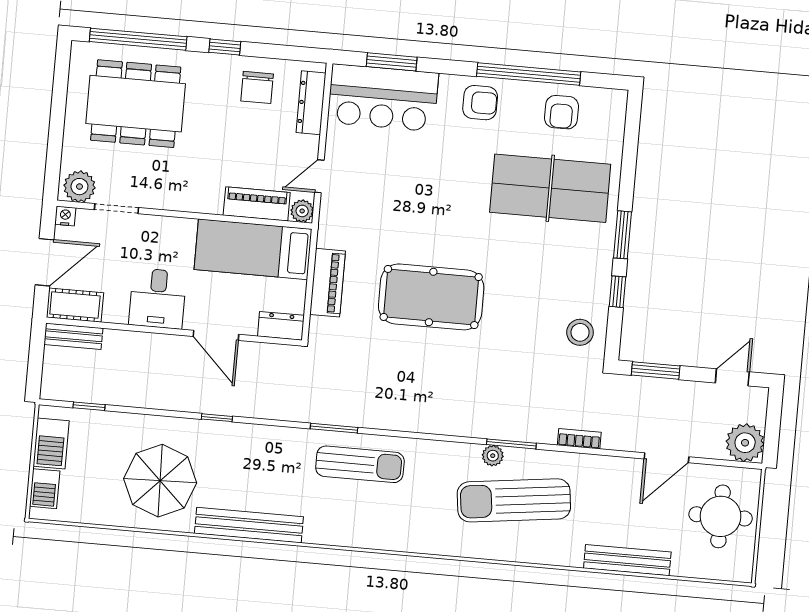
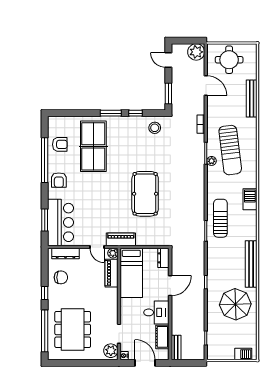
armchair: (480, 103) -> (59, 180), turned 180
piano: (328, 283) -> (121, 239), moved
cot: (75, 305) -> (162, 337), moved
barbecue: (51, 444) -> (250, 199), moved, turned -90

